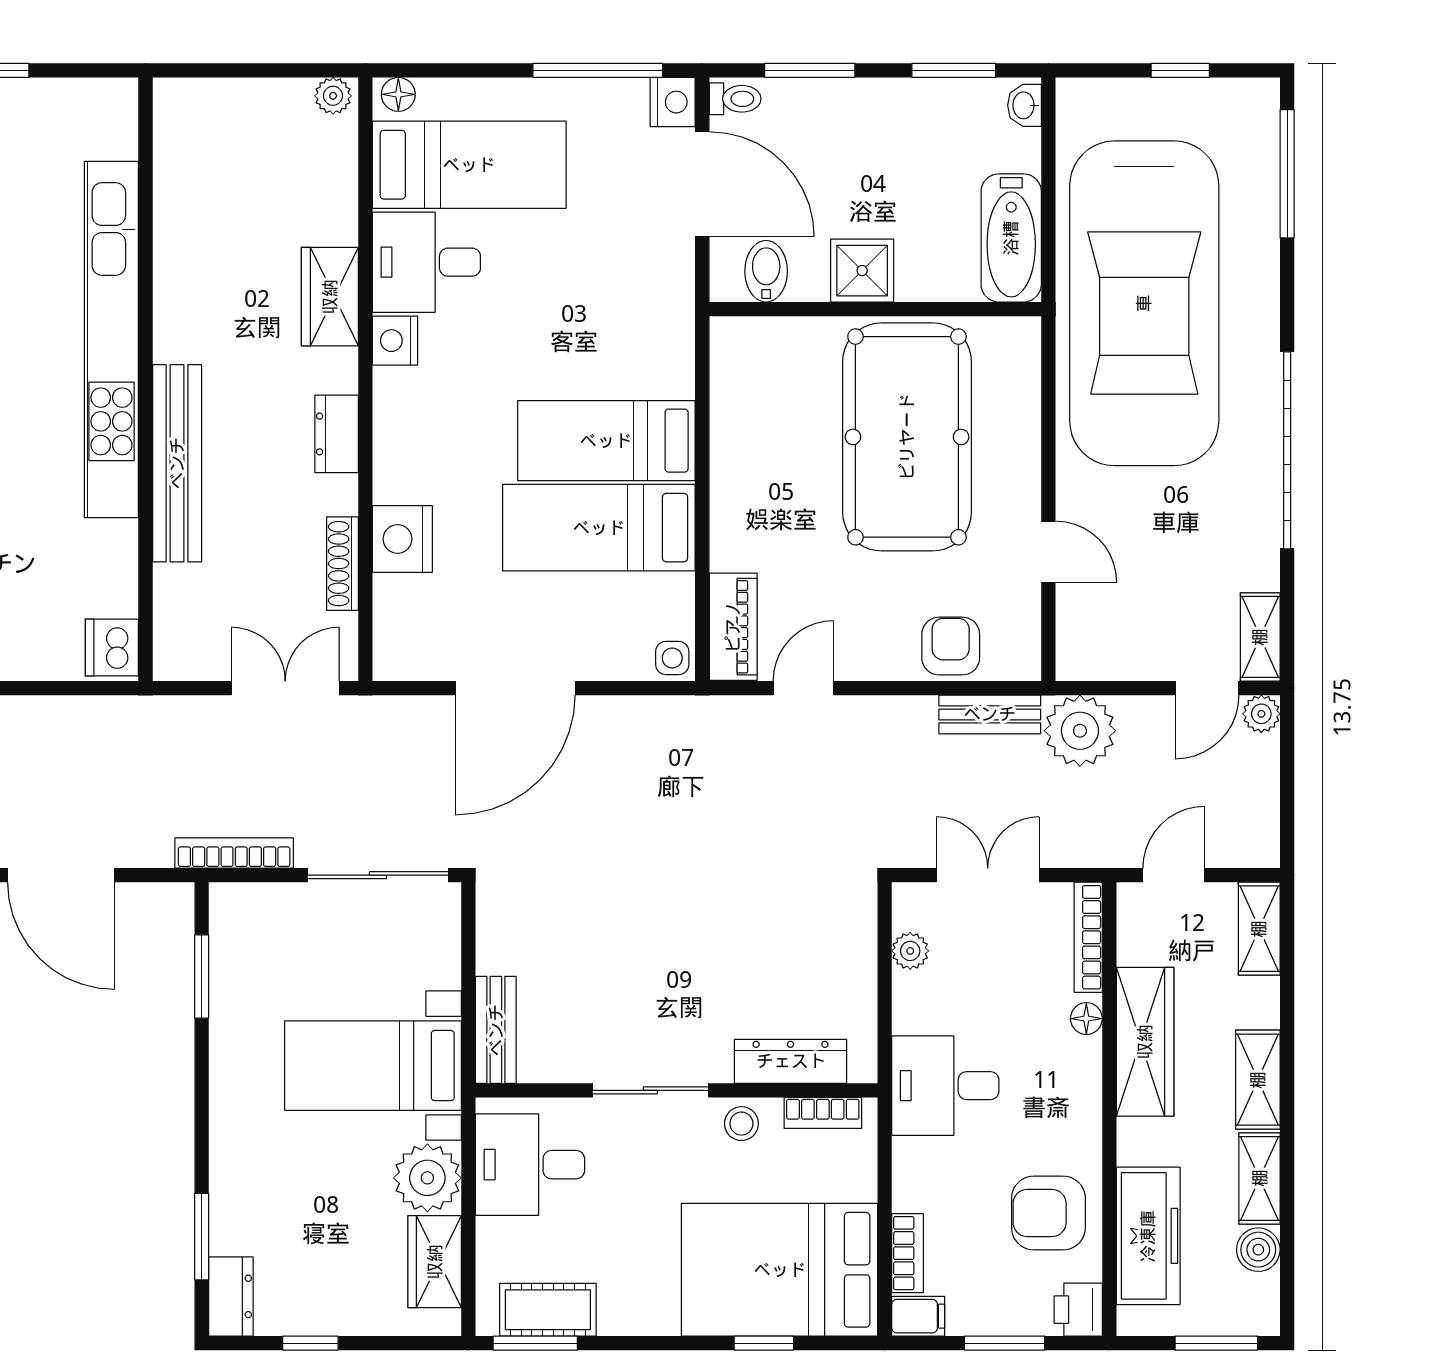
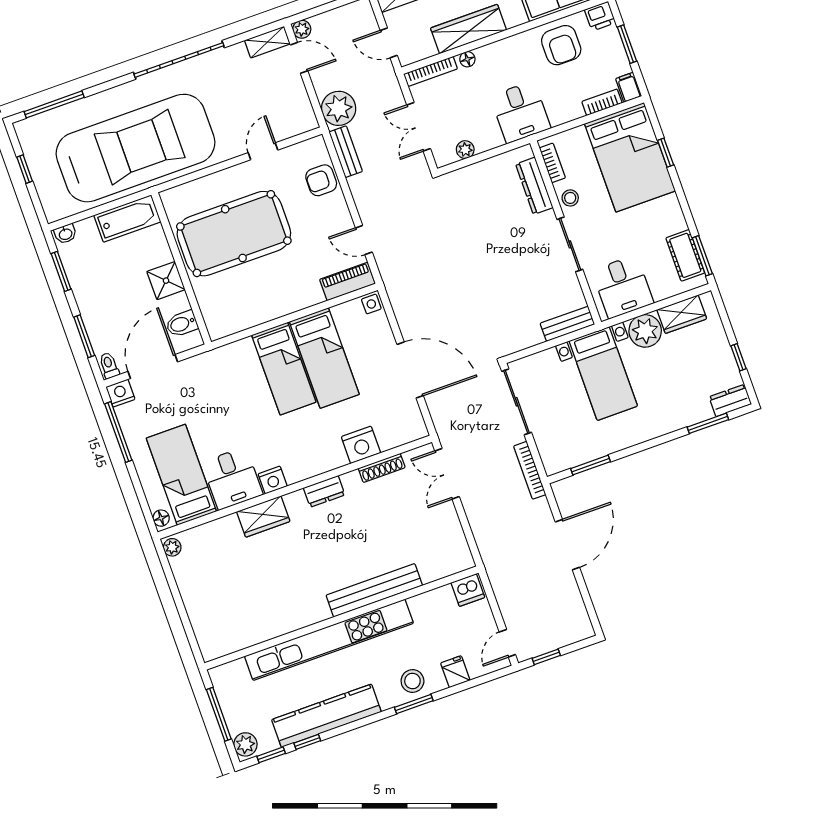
kitchen unit: (111, 339) -> (329, 640), moved
wall: (145, 379) -> (341, 618), moved
bench: (177, 463) -> (374, 590), moved
dishwasher: (112, 647) -> (468, 590), moved

